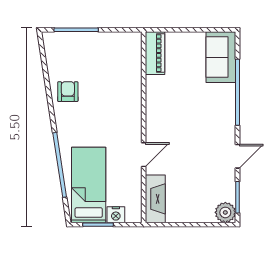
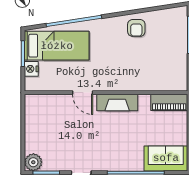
armchair: (68, 92) -> (136, 28), turned 90
fireplace: (155, 199) -> (117, 103), moved

